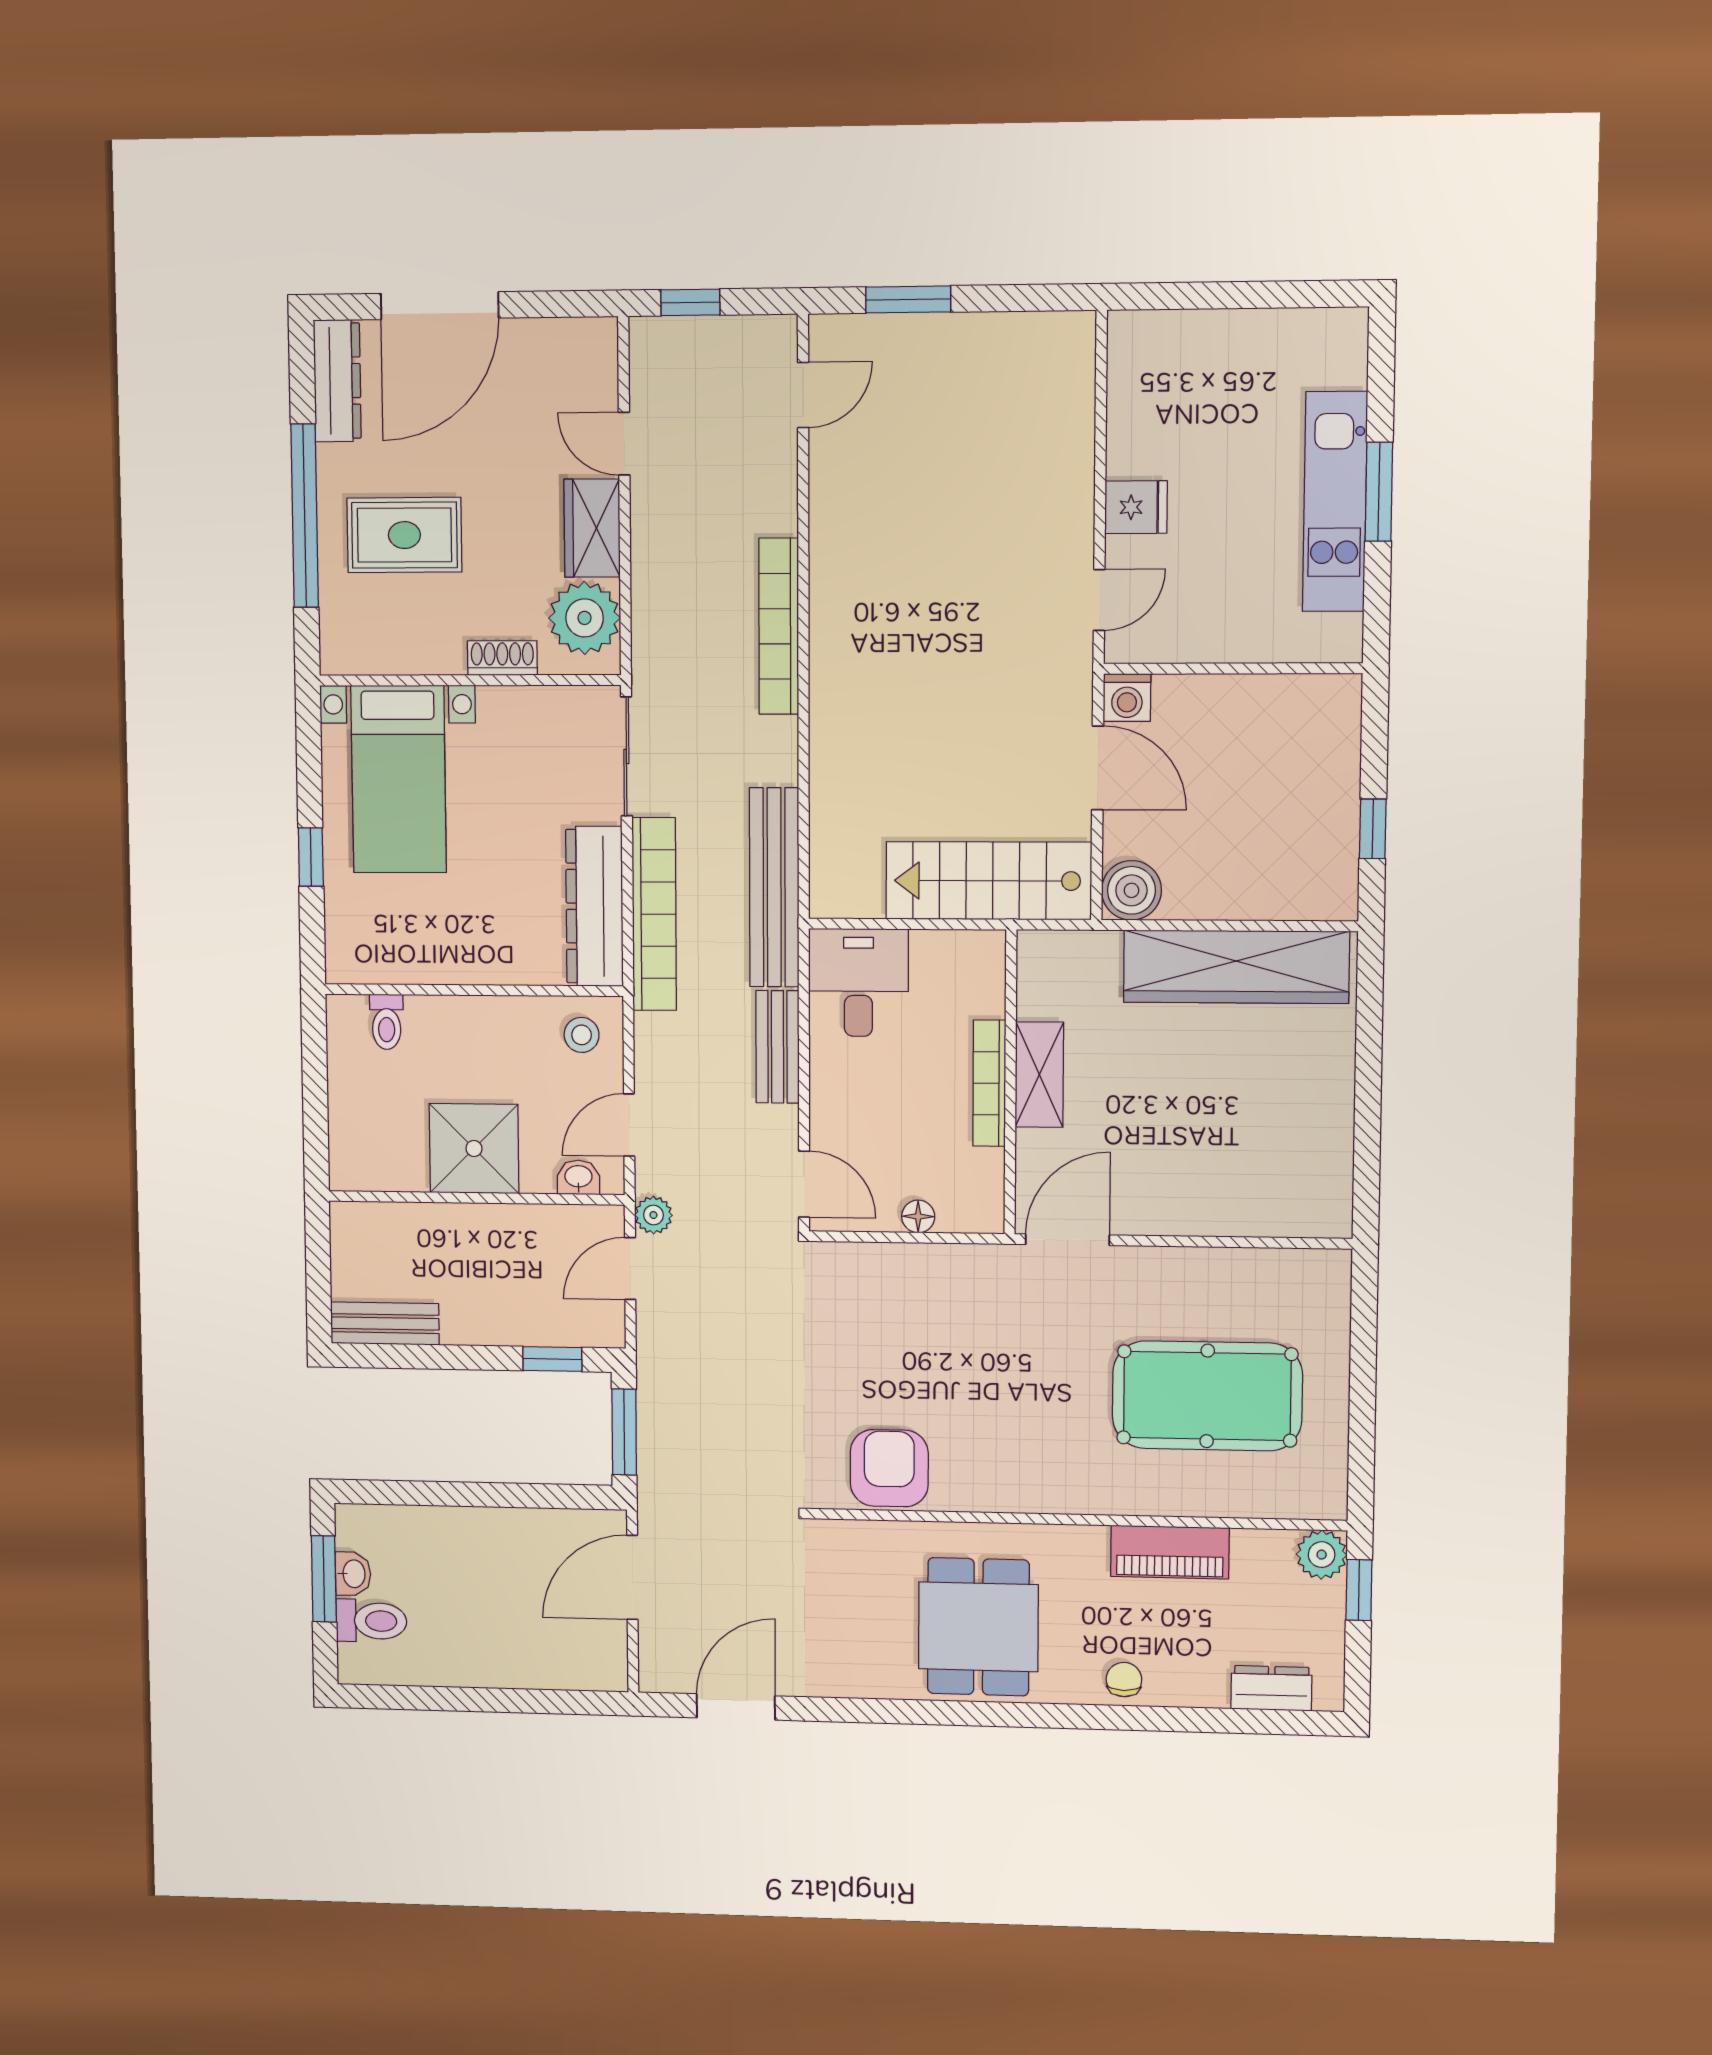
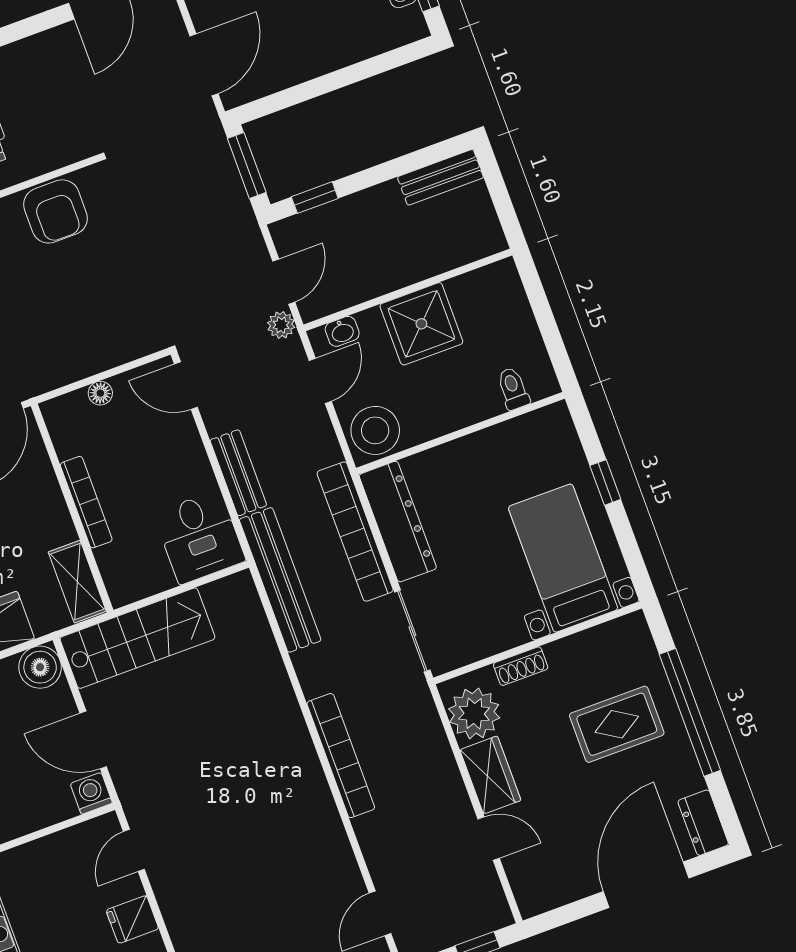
dresser: (337, 381) -> (703, 823), width x0.70
stool: (582, 1035) -> (375, 430), width x1.89, depth x1.89
shelving: (1039, 1075) -> (77, 582), moved

